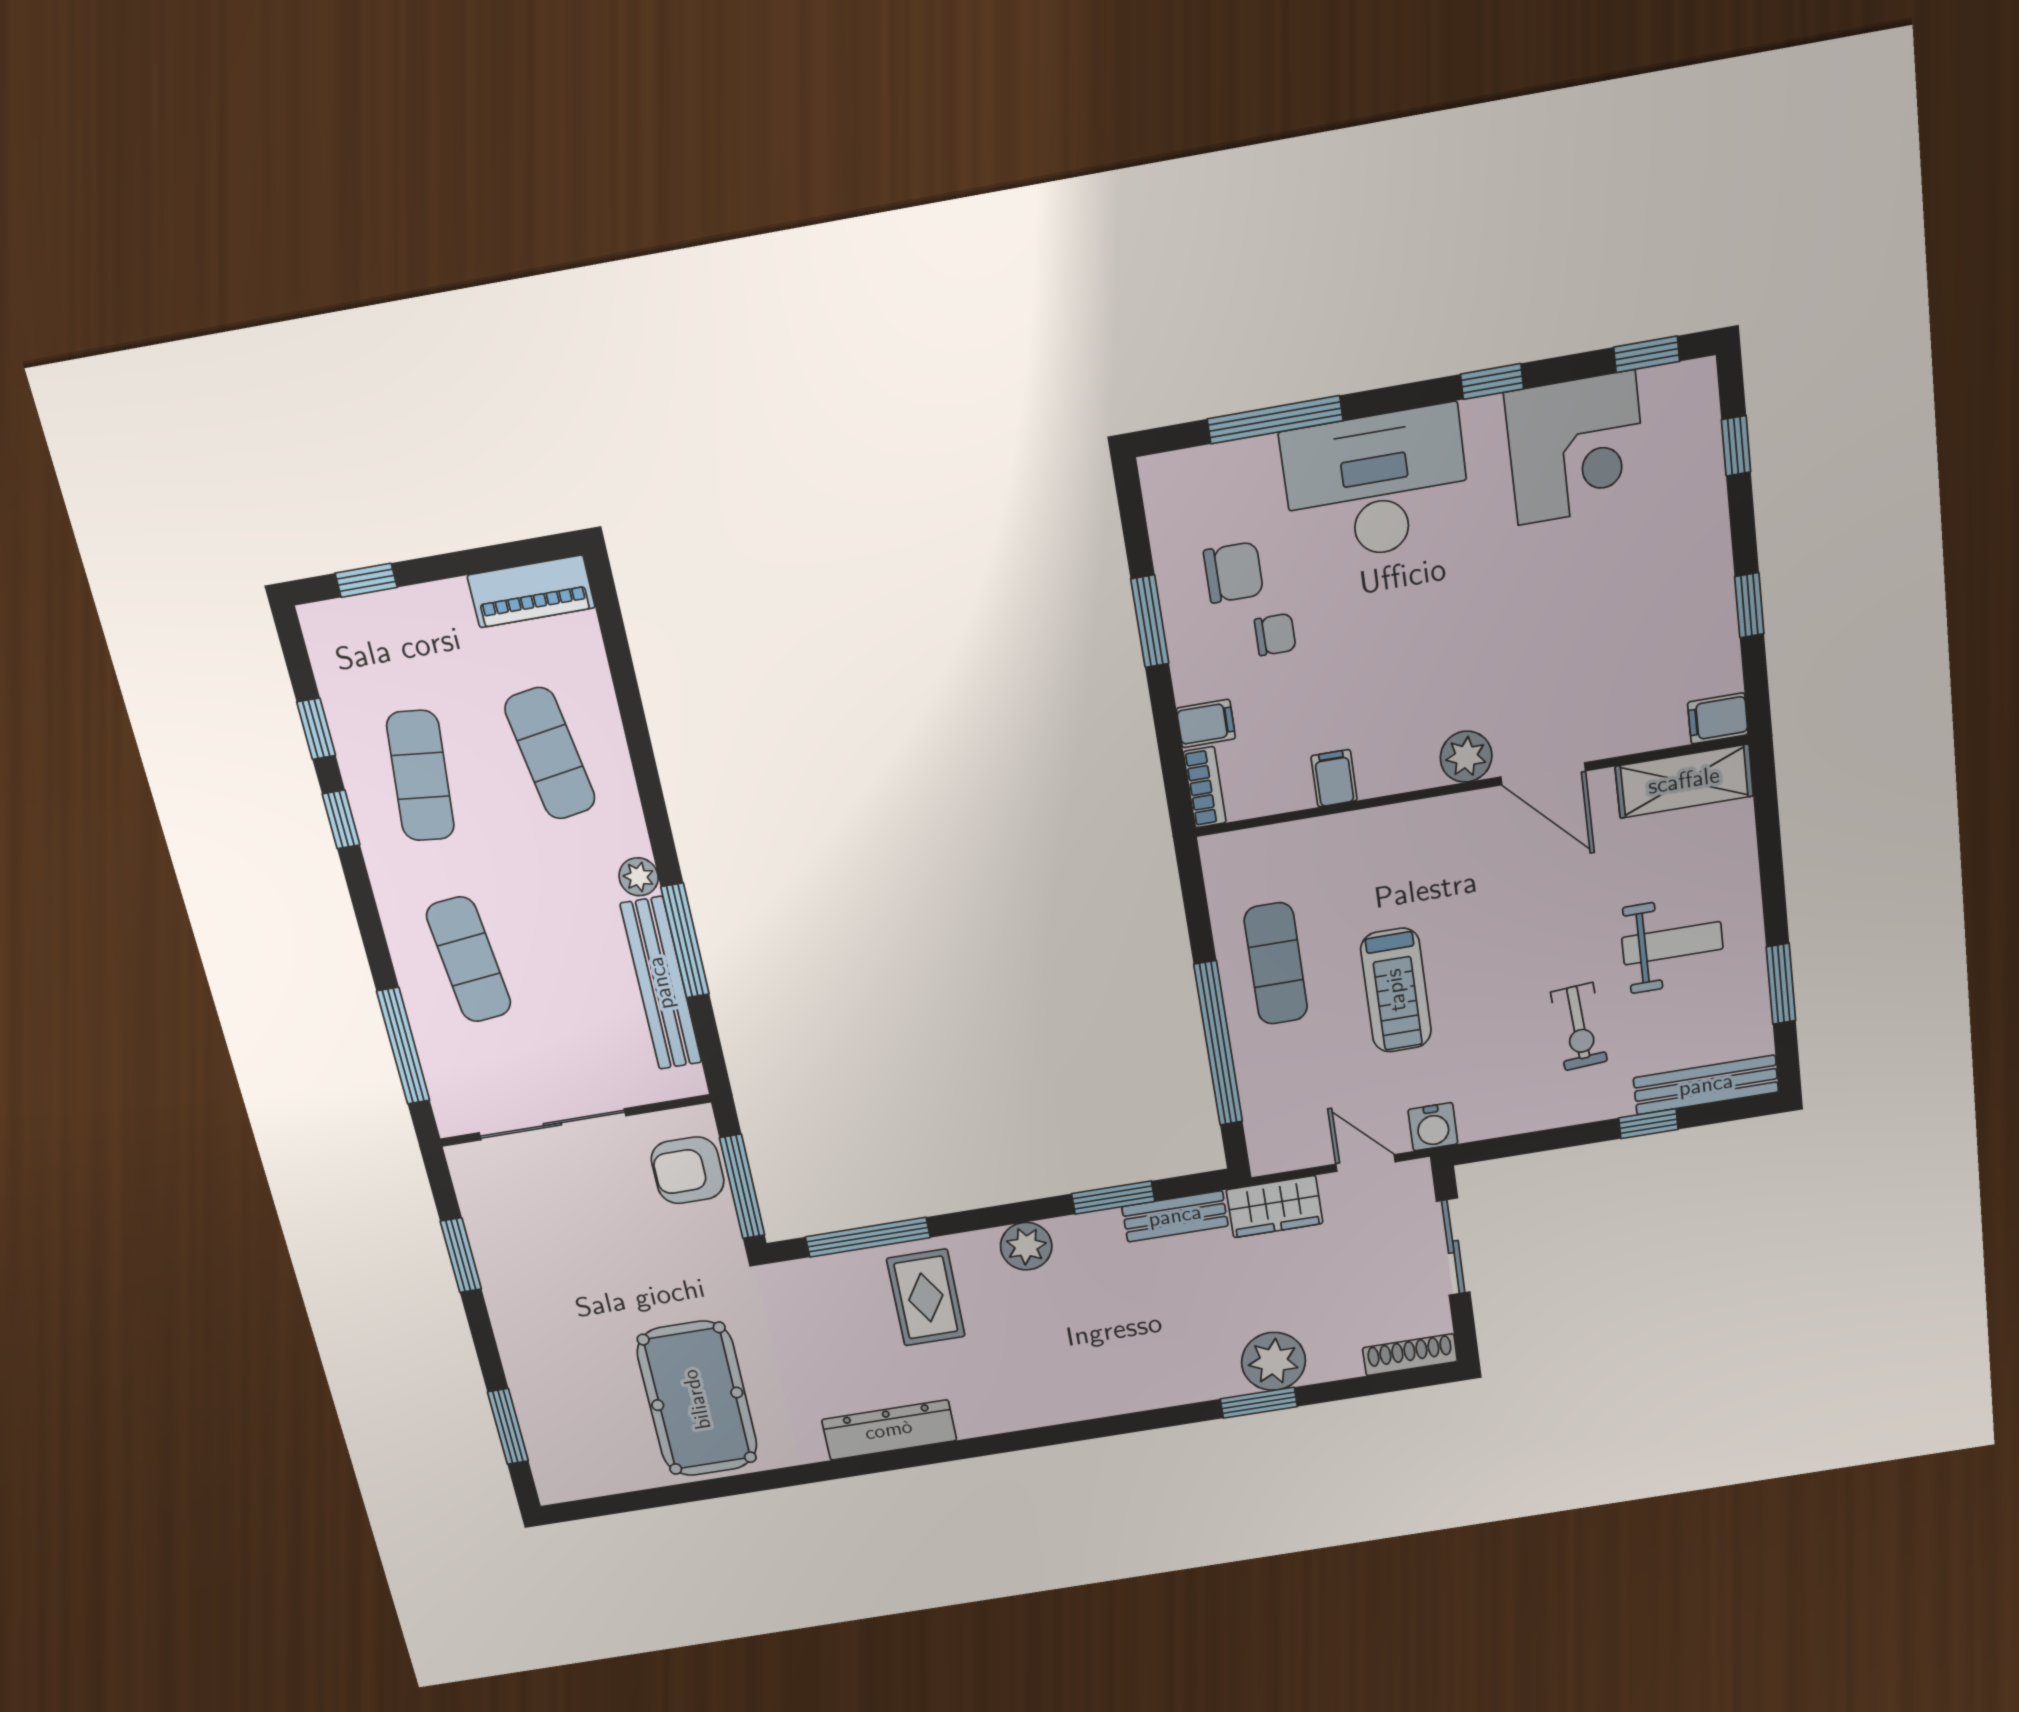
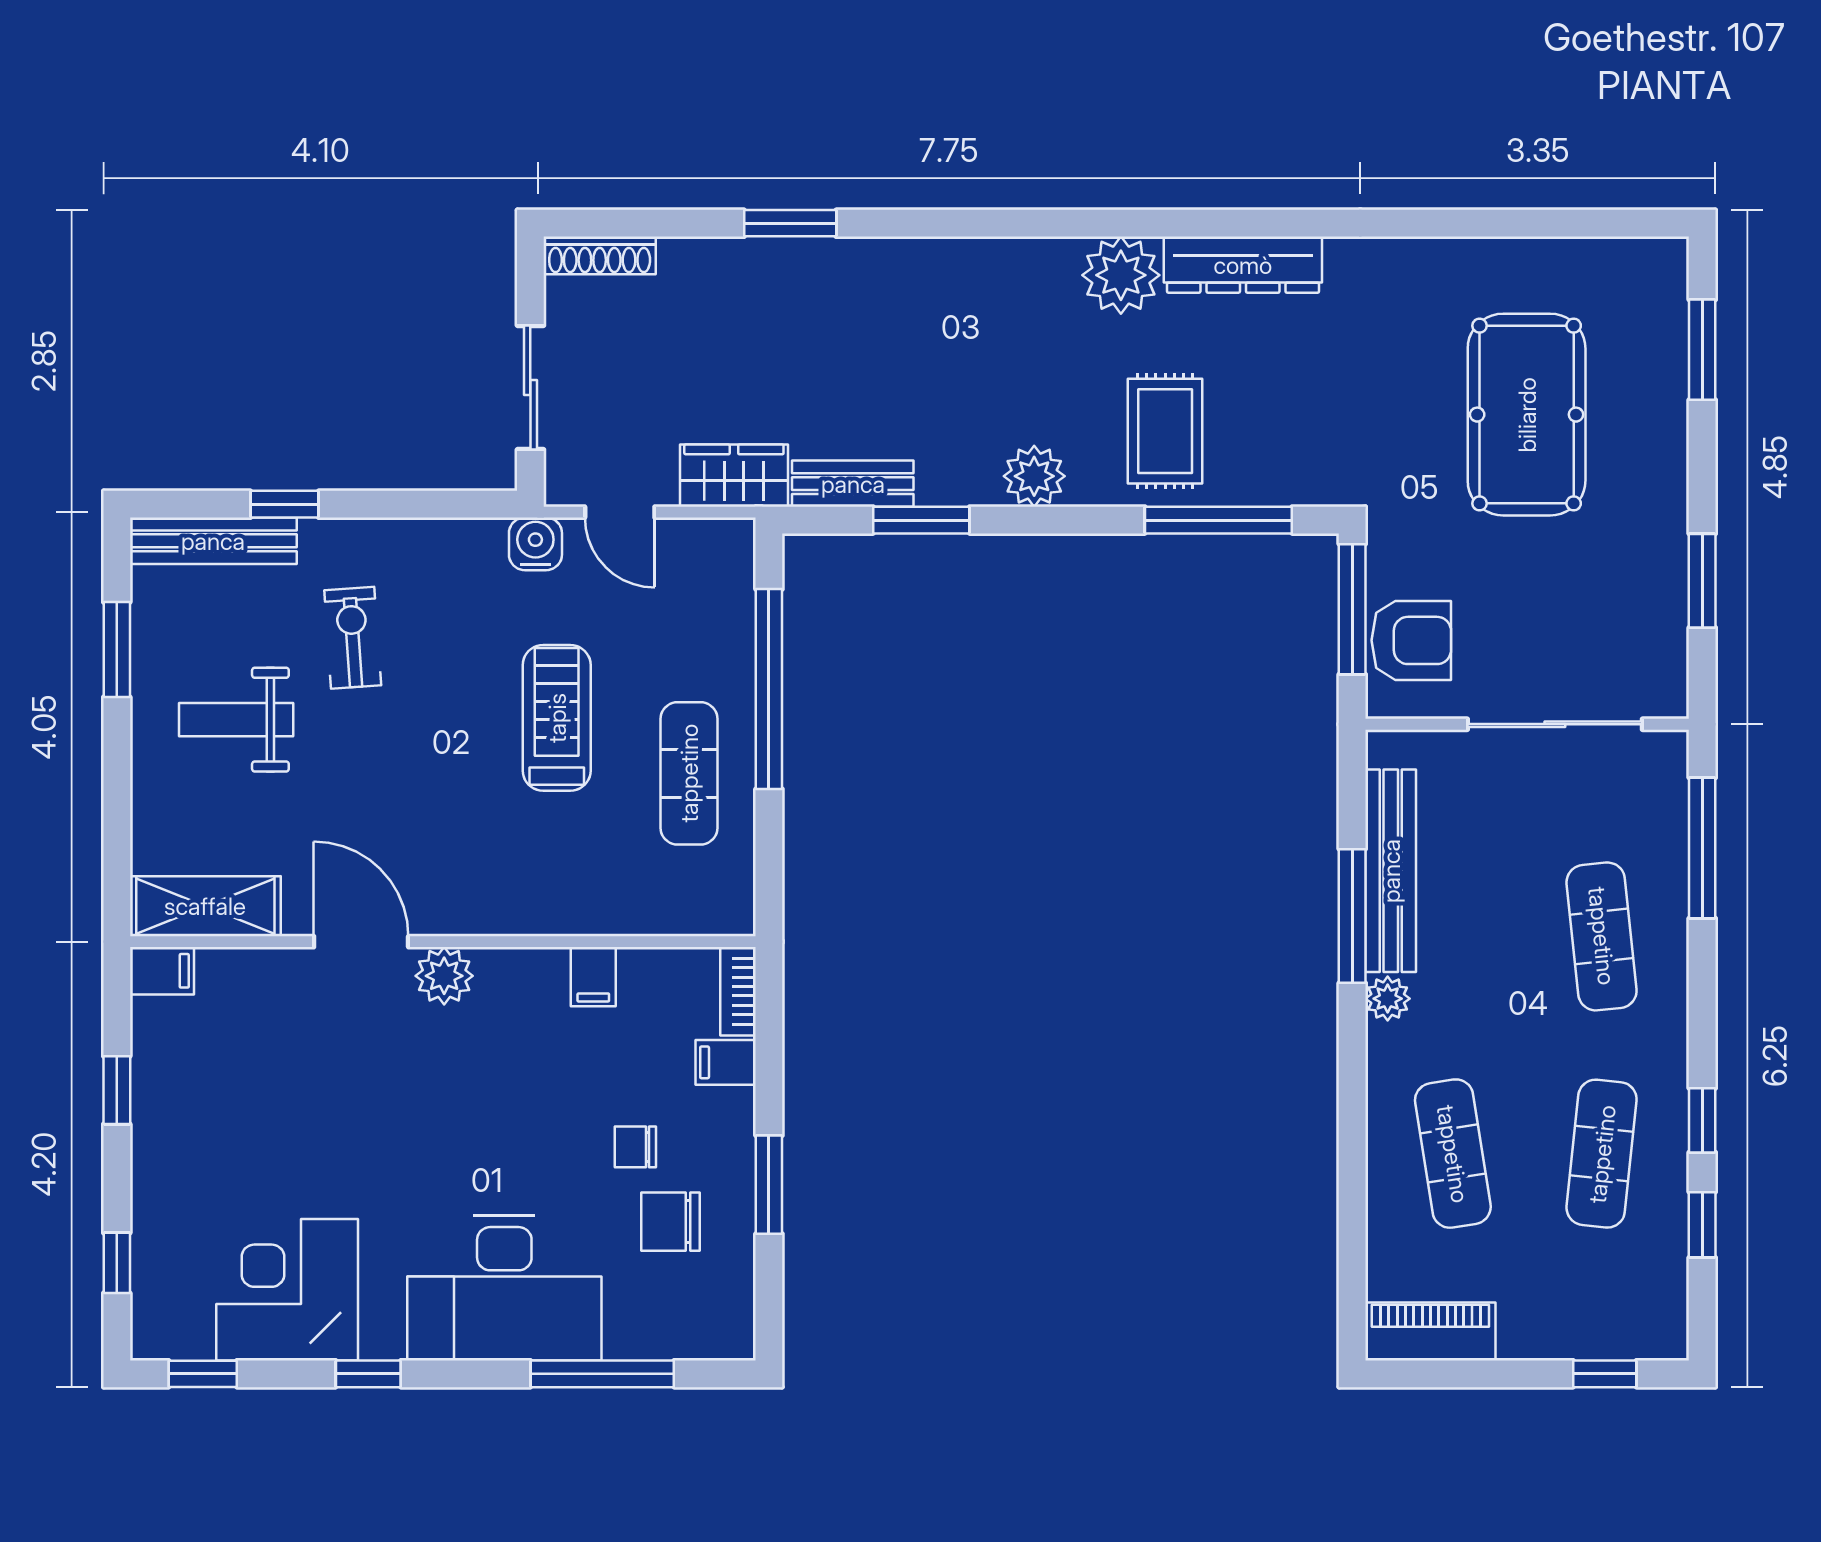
plant: (1273, 1361) -> (1121, 275), moved
pool table: (697, 1399) -> (1527, 415), moved

